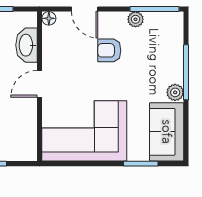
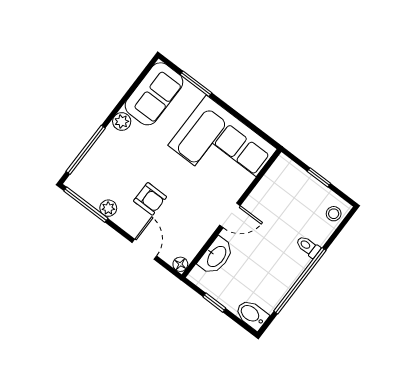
window: (186, 72) -> (86, 150), moved

